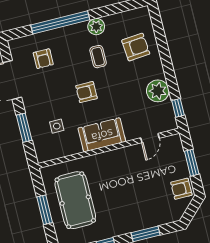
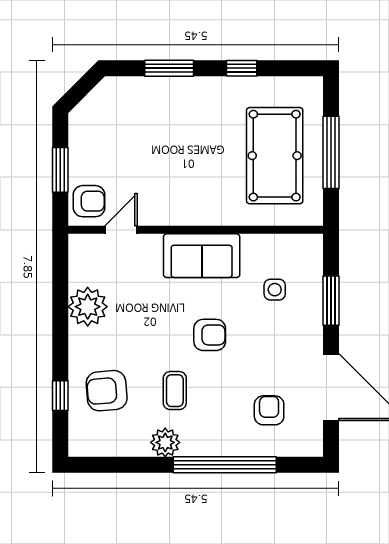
window: (178, 108) -> (60, 396), moved
armchair: (181, 189) -> (89, 201), moved
window: (45, 210) -> (331, 152), width x1.44

